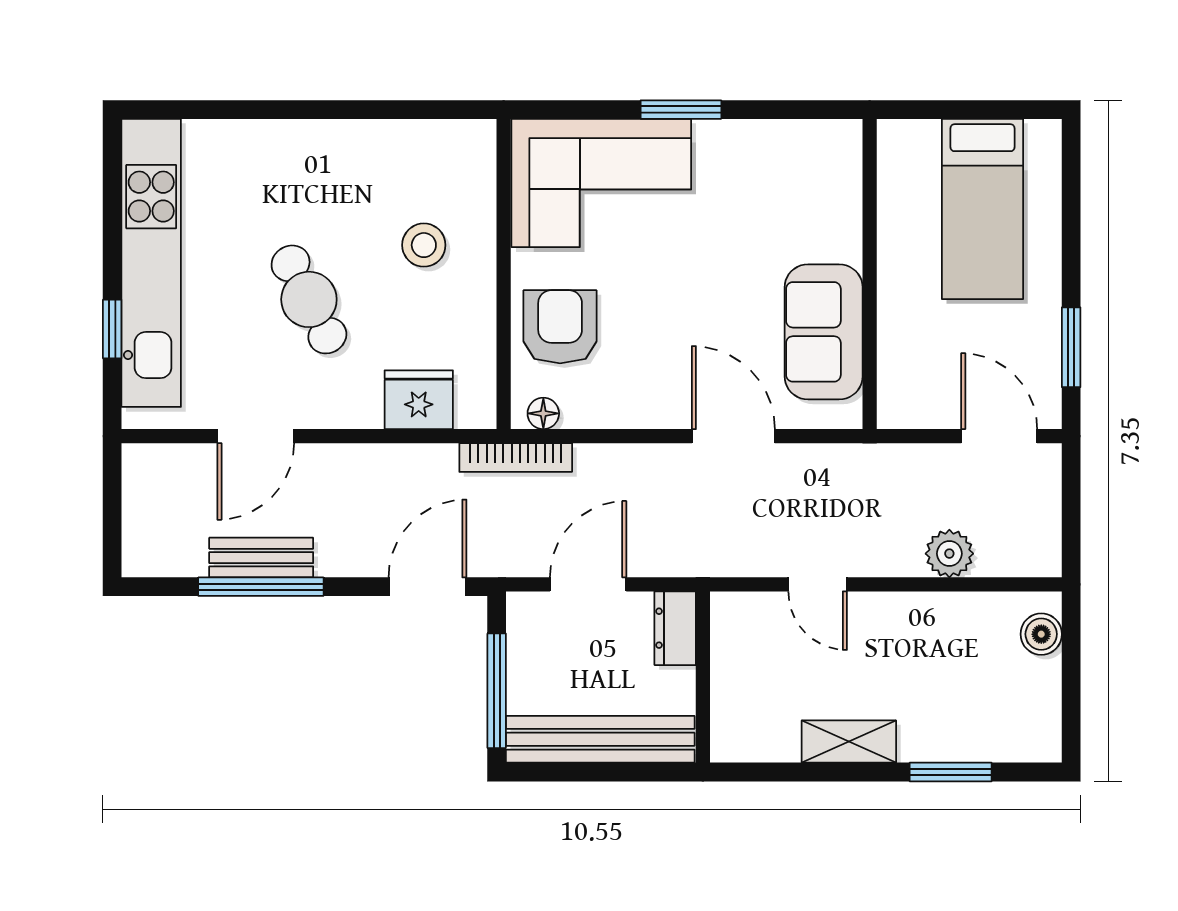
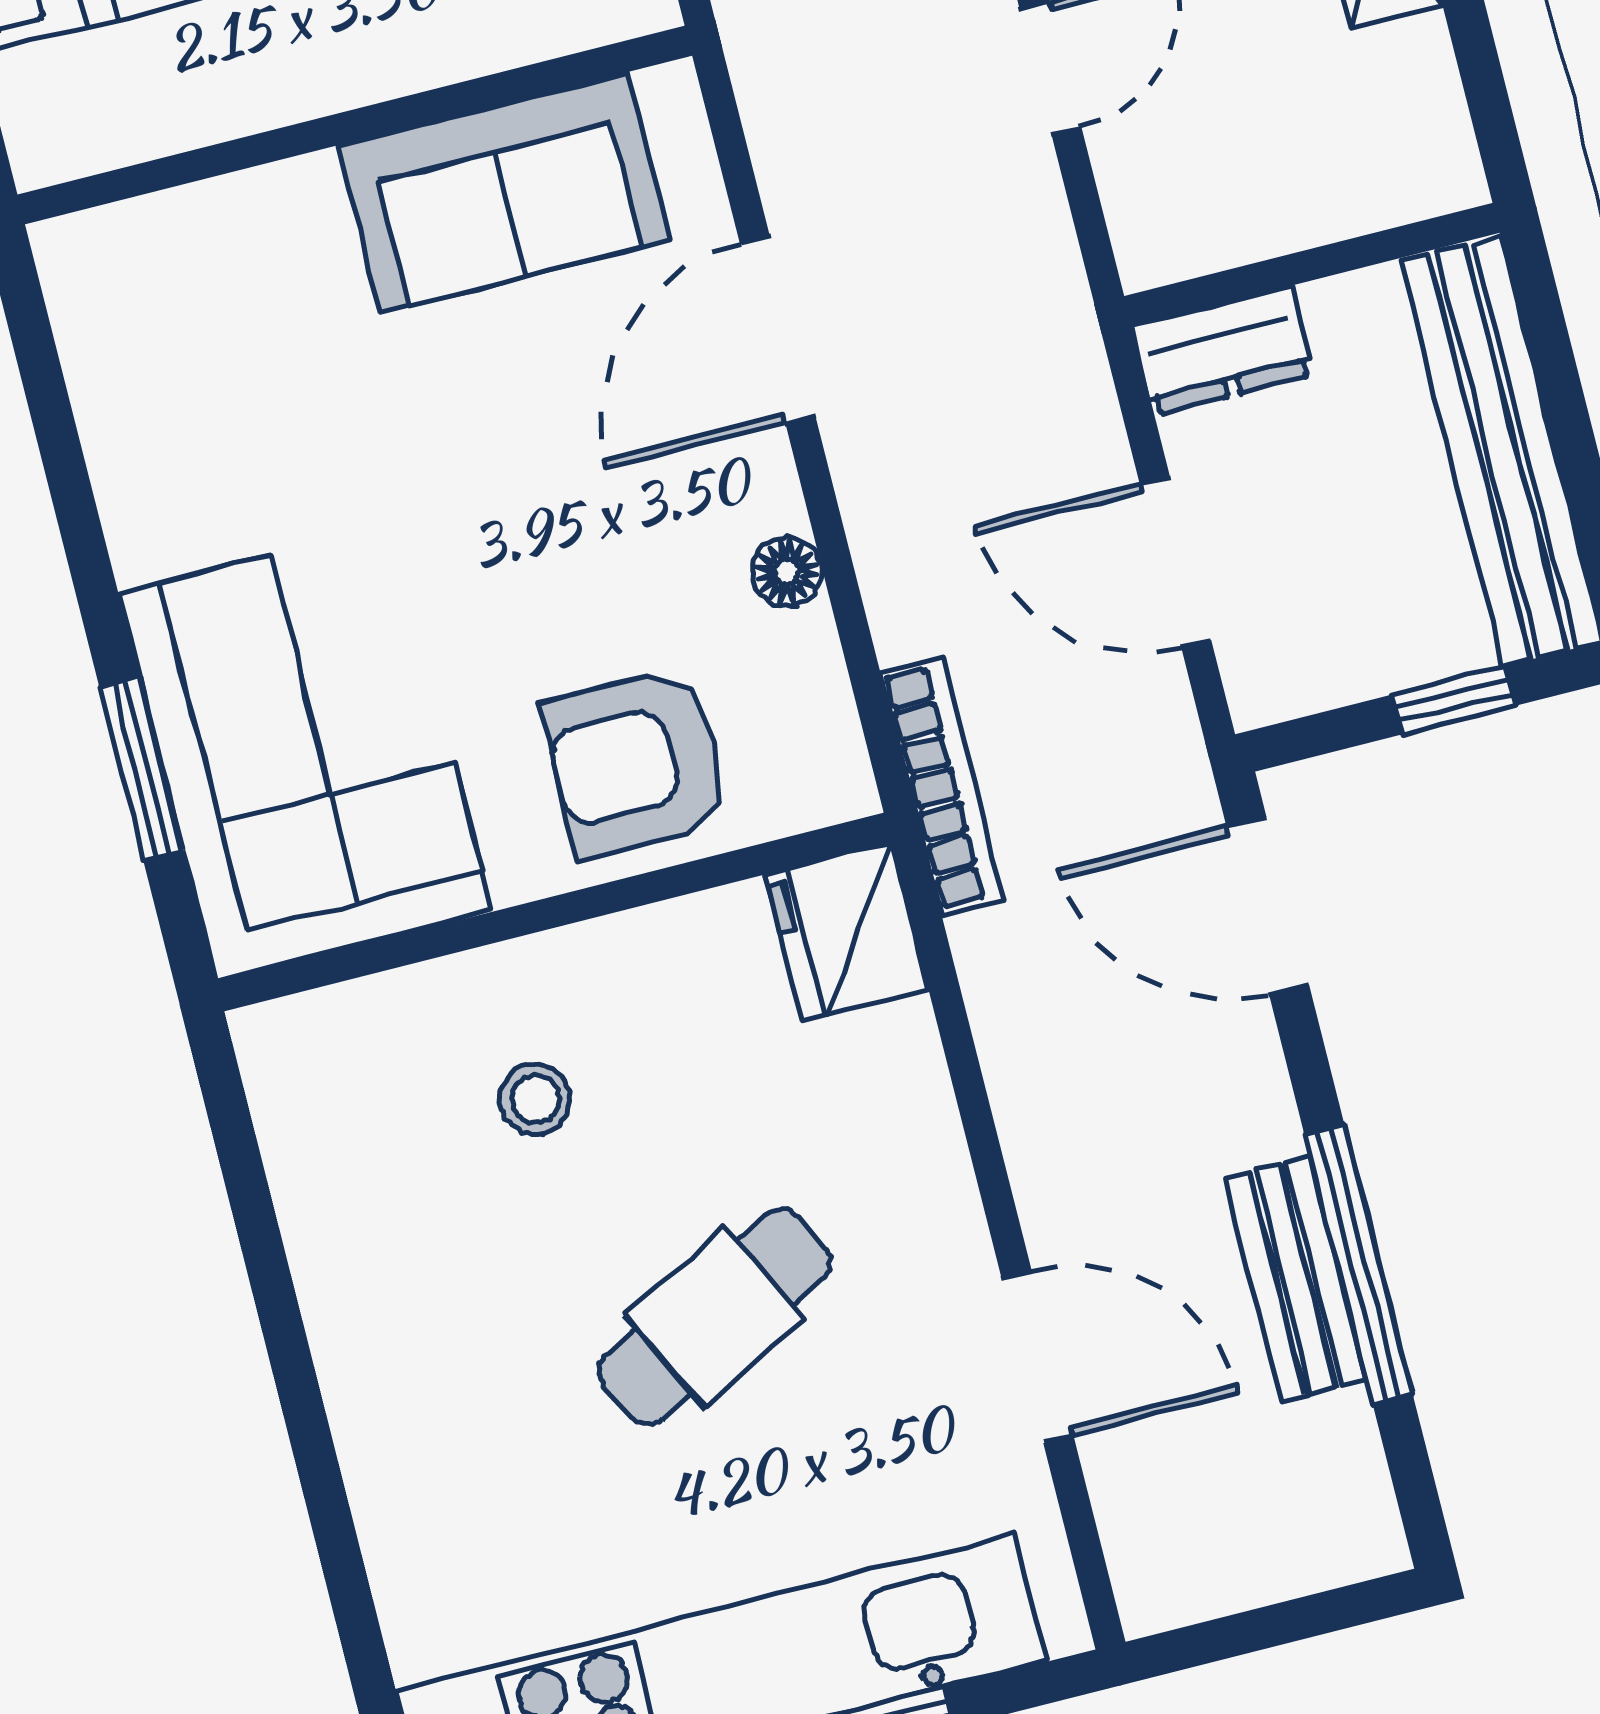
window: (681, 110) -> (141, 769), moved
stool: (424, 245) -> (535, 1099), width x0.73, depth x0.73
fridge: (419, 400) -> (847, 932), moved
floor lamp: (543, 413) -> (787, 572), moved
window: (497, 691) -> (1454, 700), width x0.46

